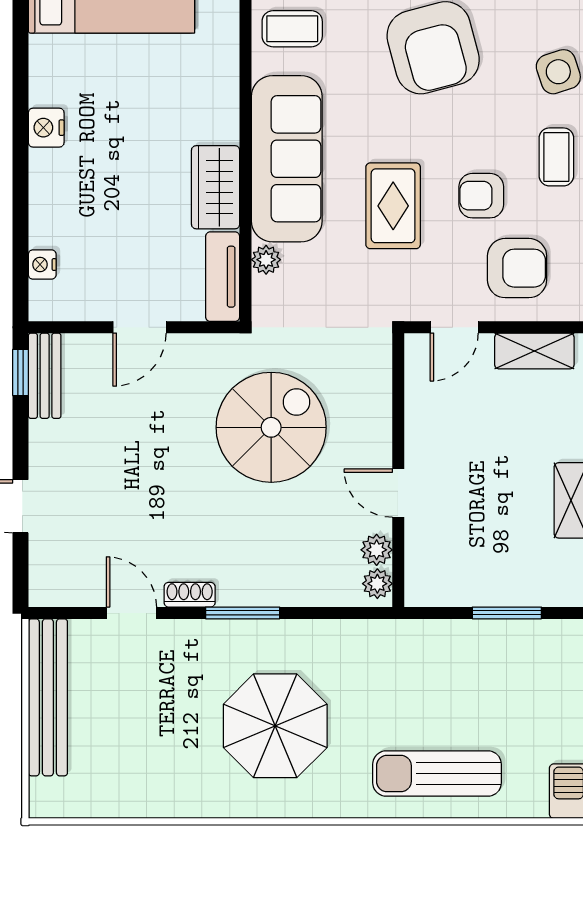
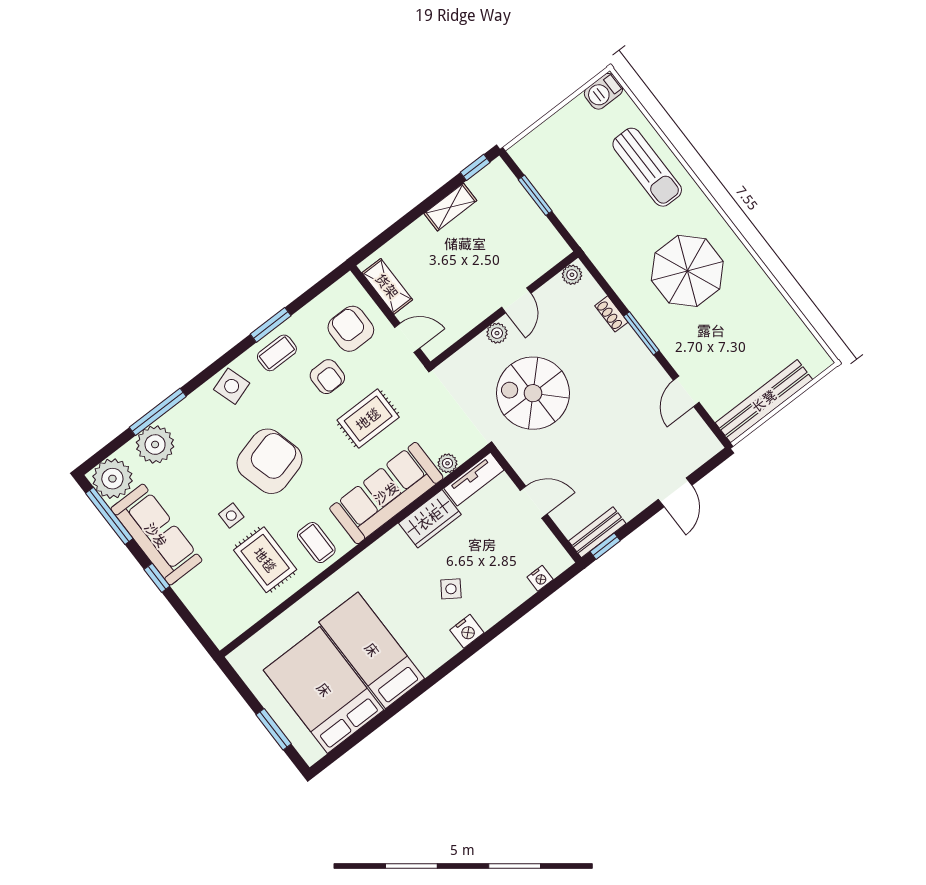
side table: (112, 148) -> (451, 589), added
plant: (377, 550) -> (497, 333), moved
shoe rack: (190, 595) -> (611, 314), moved

